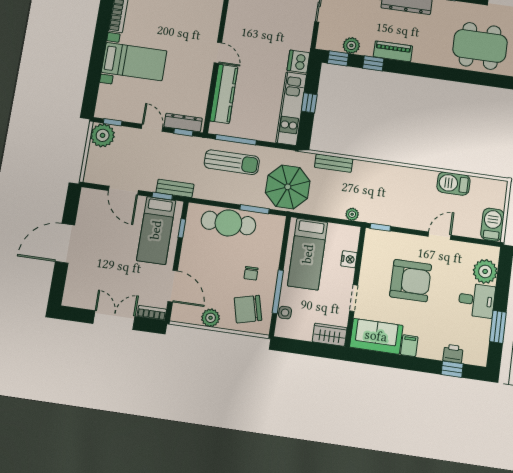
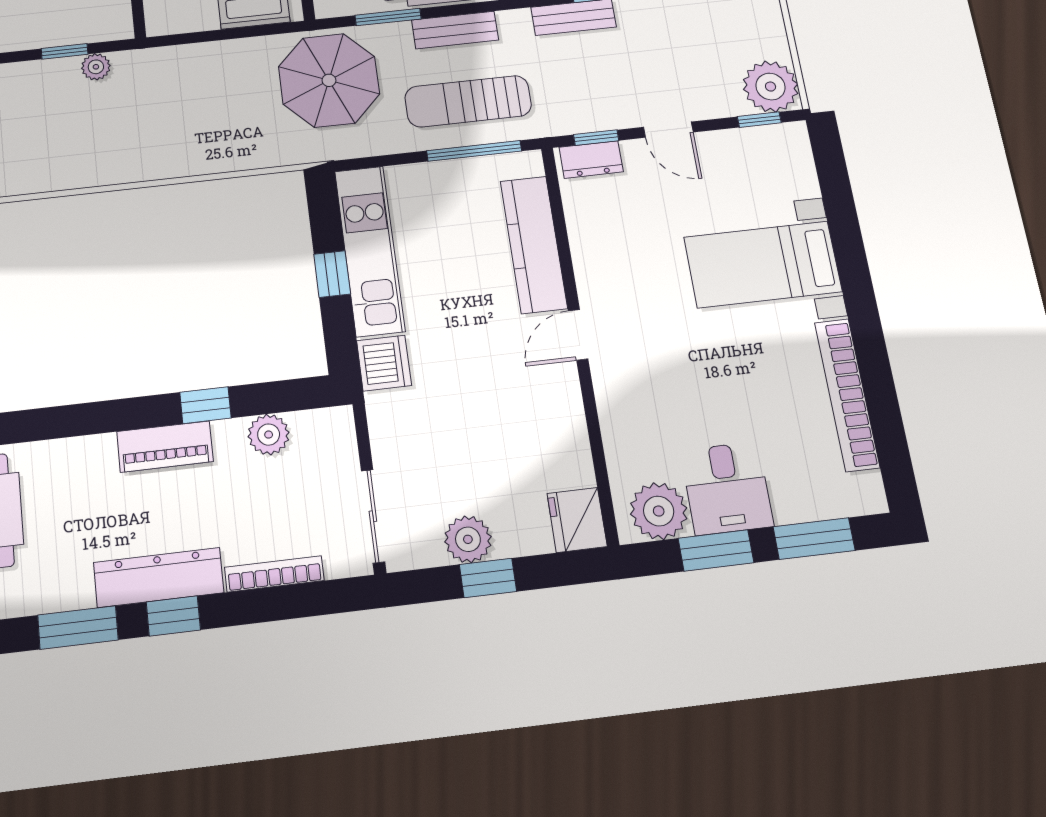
door: (218, 53) -> (578, 335), hinge flipped
window: (338, 58) -> (292, 395), removed
dresser: (183, 123) -> (591, 160), width x0.70
bench: (334, 163) -> (455, 30), moved
plant: (352, 214) -> (96, 67), moved
window: (380, 227) -> (65, 51), moved

